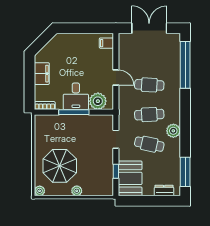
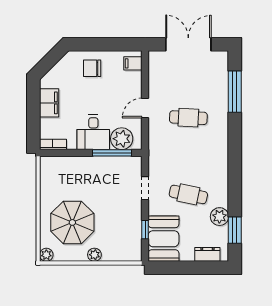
chair: (75, 47) -> (92, 68), added
window: (185, 65) -> (235, 92), width x0.68
door: (116, 78) -> (145, 108), swing flipped
window: (74, 112) -> (112, 153), moved
cafe table: (149, 115) -> (188, 156), removed
plant: (173, 131) -> (219, 217), moved
window: (185, 172) -> (235, 230), width x0.69

